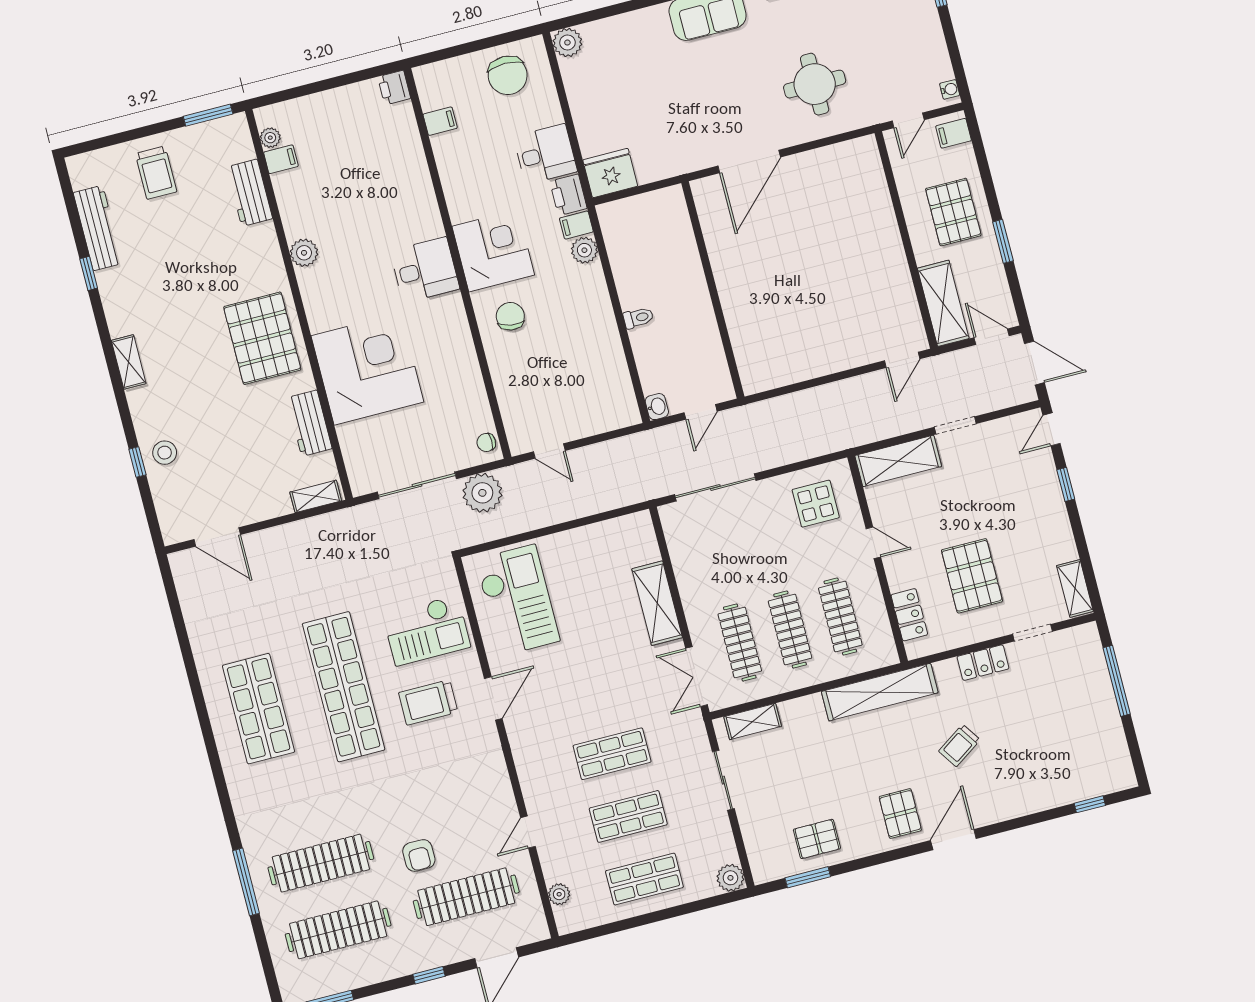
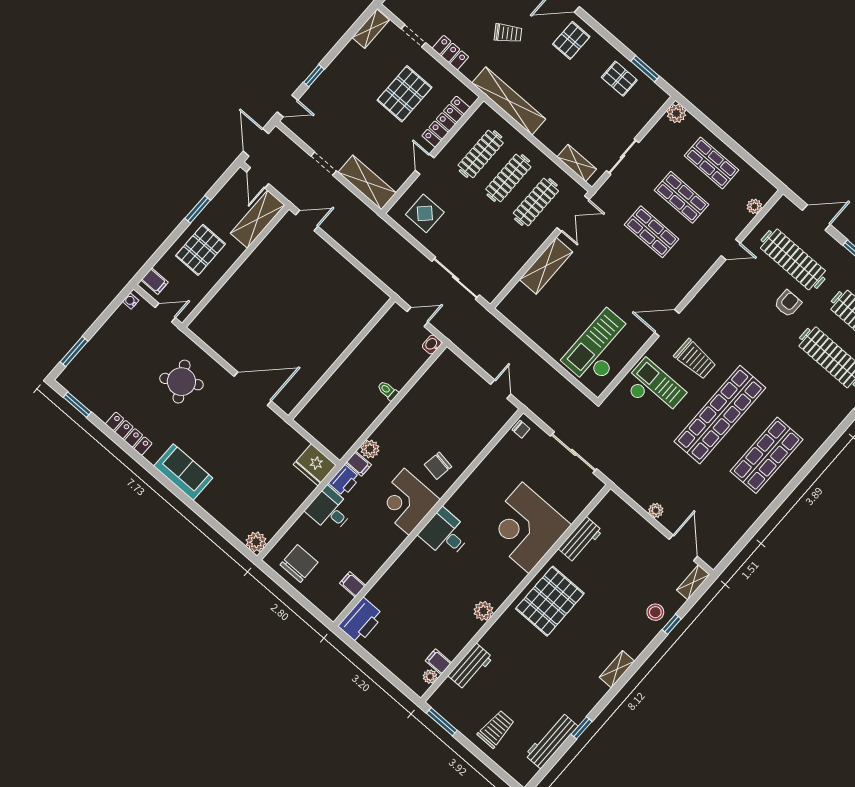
round table: (815, 84) -> (181, 382), turned -30
printer: (394, 88) -> (361, 621), width x1.87, depth x1.48
plant: (482, 493) -> (656, 510), moved, width x0.53, depth x0.53
shelving: (316, 496) -> (693, 582), moved, turned 90
locker: (909, 615) -> (446, 122), width x1.53

